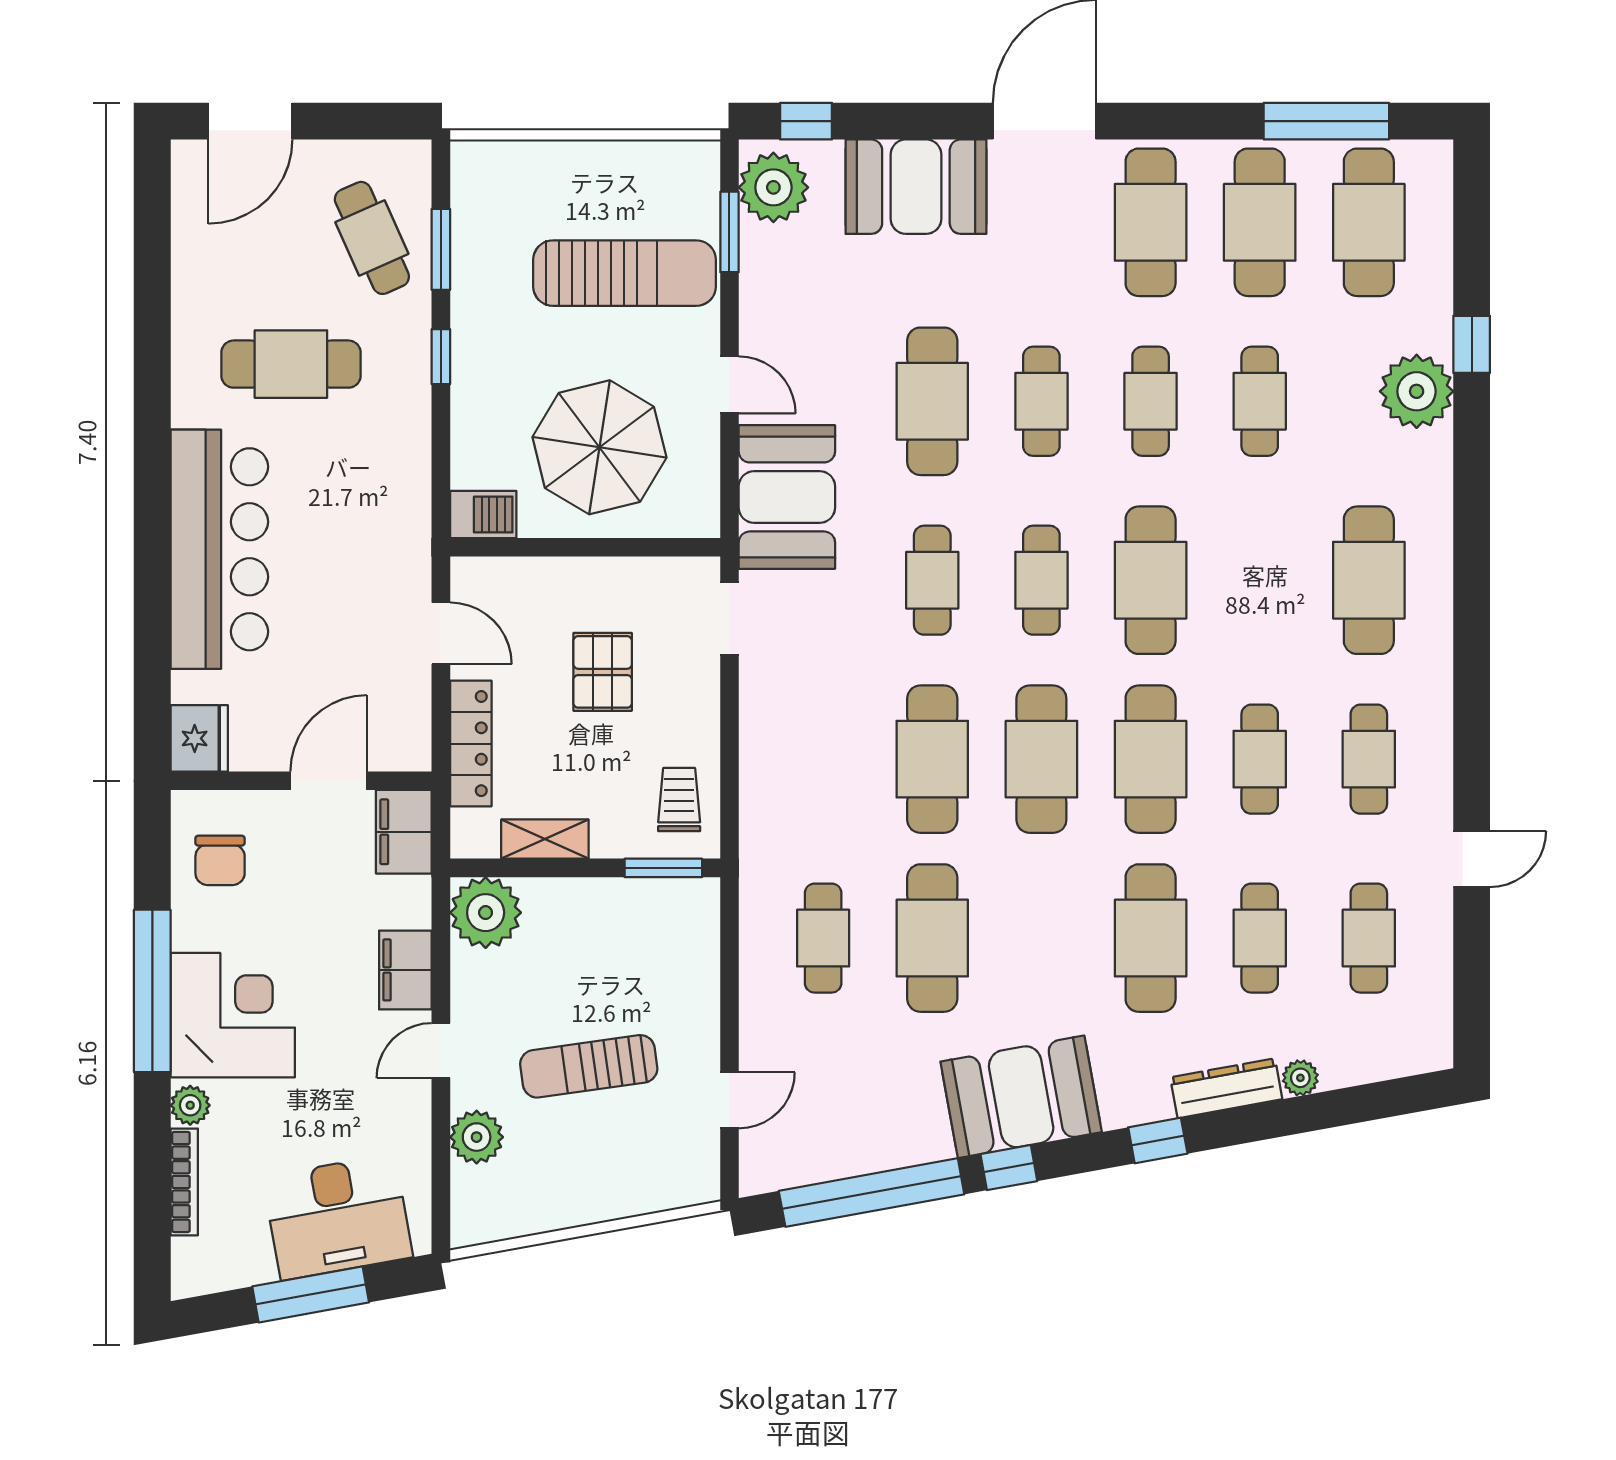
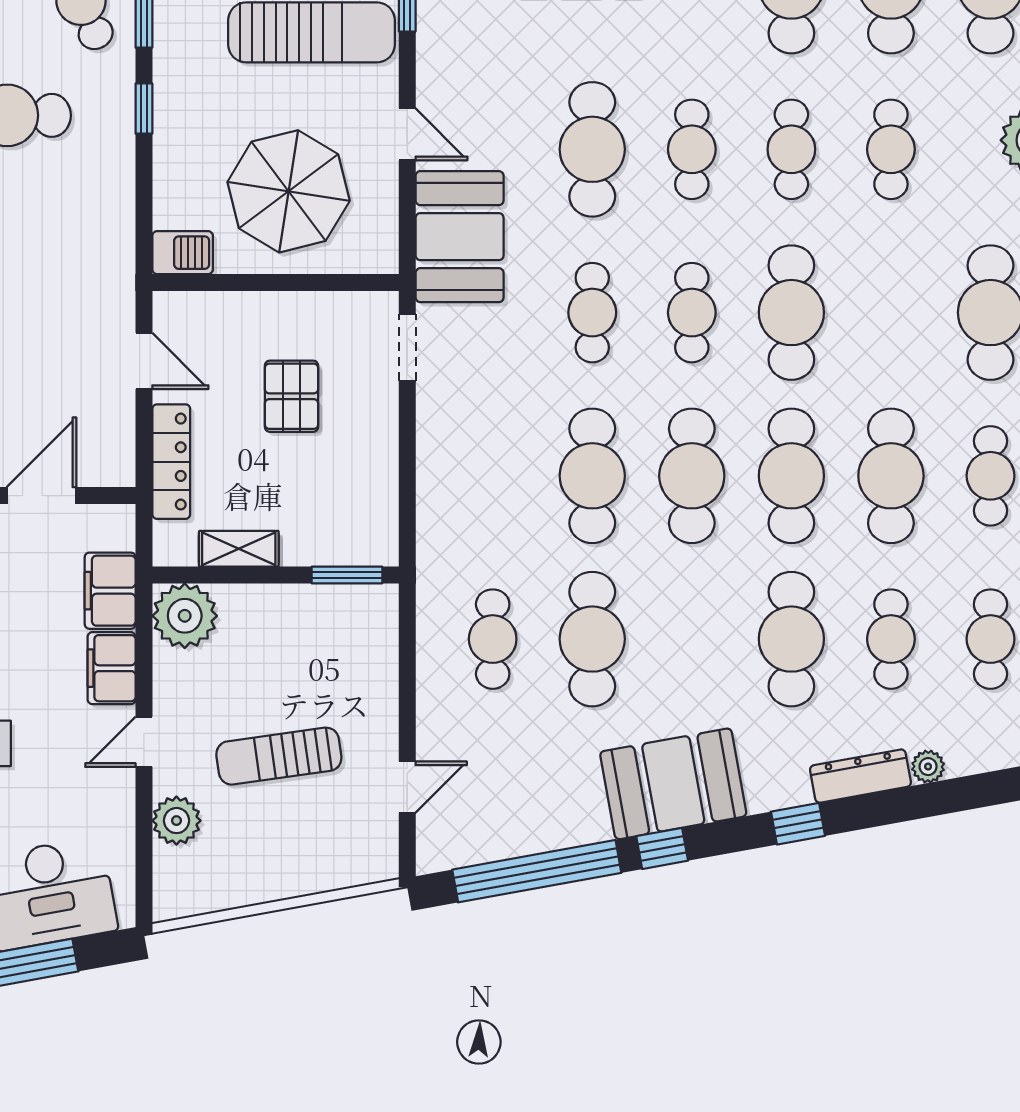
cafe table: (1260, 759) -> (891, 476), width x1.37, depth x1.35
trolley: (679, 800) -> (361, 513), removed
filing cabinet: (404, 832) -> (110, 591), moved

